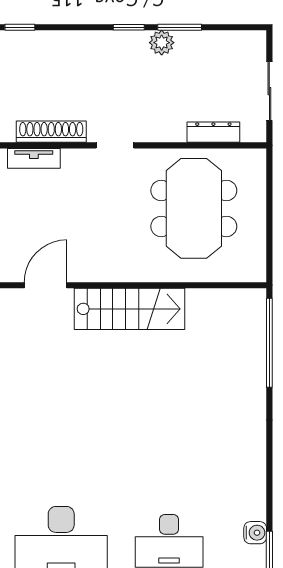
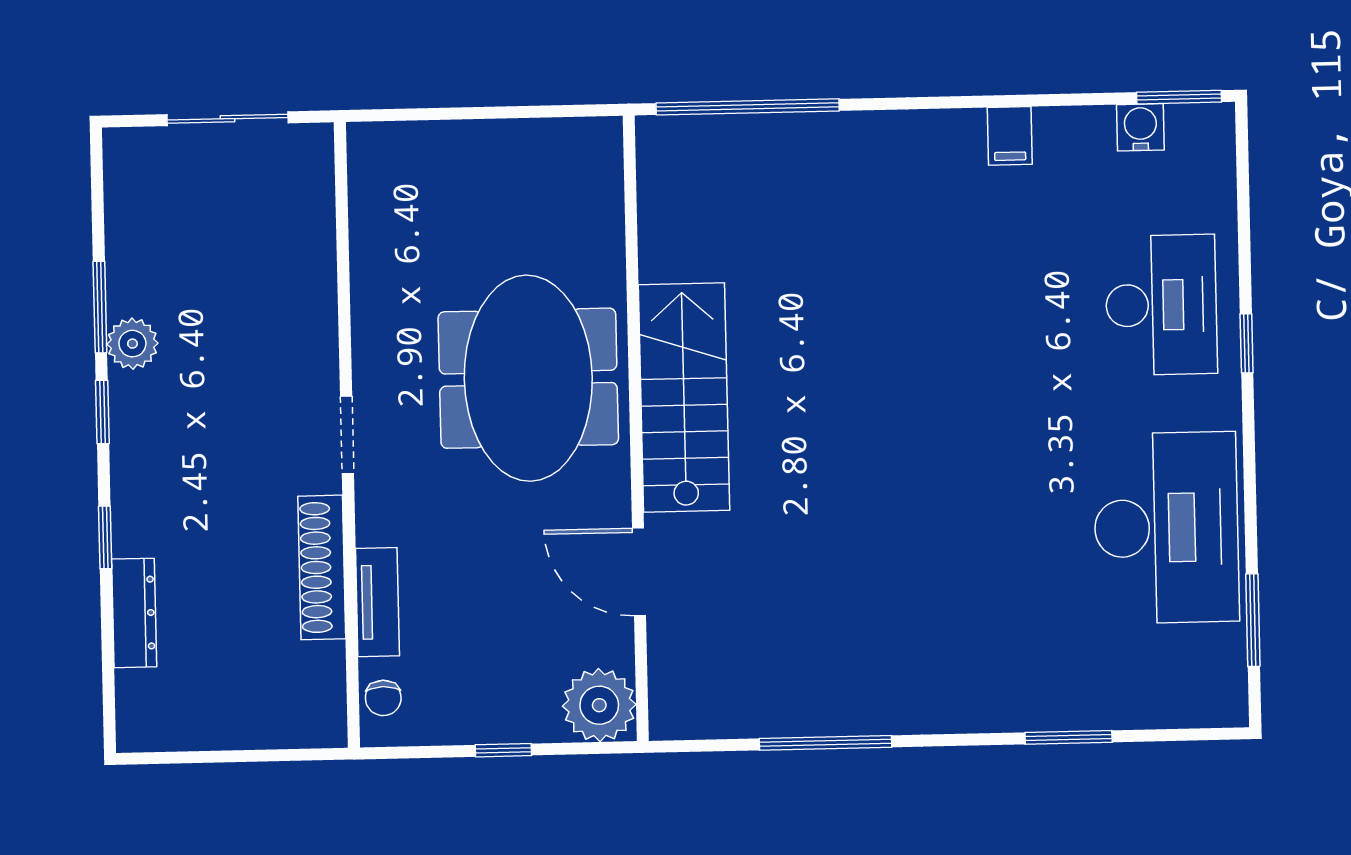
window: (20, 27) -> (105, 537), moved
dresser: (213, 132) -> (134, 613), moved, turned 180
meeting table: (194, 208) -> (528, 378), moved, turned 90
filing cabinet: (252, 469) -> (1010, 136), added

